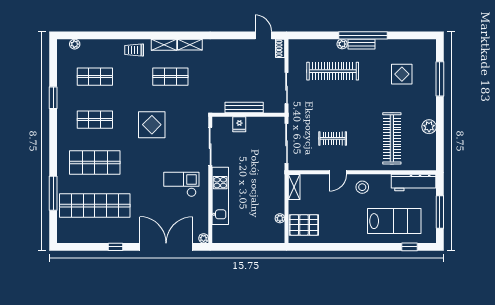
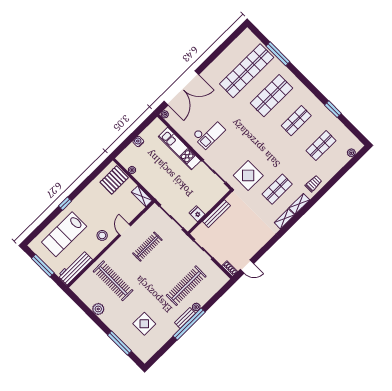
fridge: (239, 124) -> (197, 214), moved
display table: (152, 125) -> (248, 175), moved
clothes rail: (333, 138) -> (147, 247), width x1.36
water cooler: (250, 238) -> (138, 142), added
window: (116, 247) -> (211, 59), removed
window: (409, 247) -> (65, 204), moved

